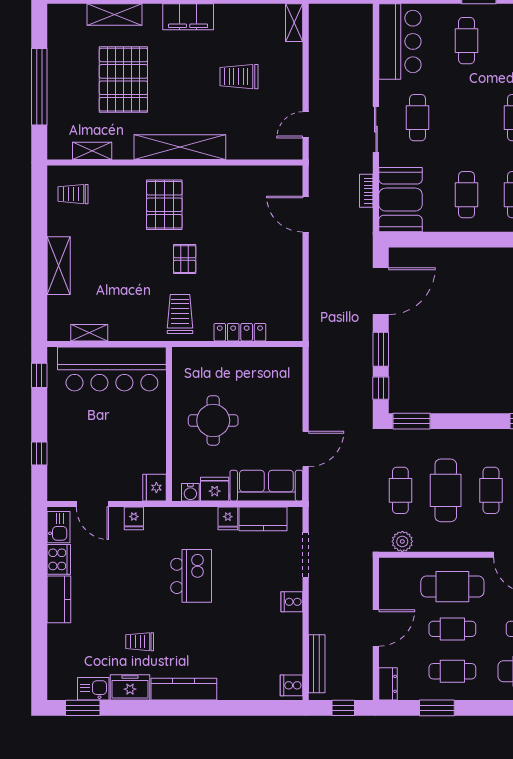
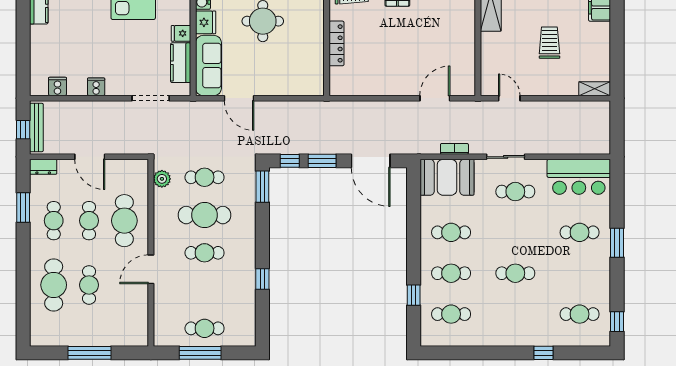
cooker: (292, 602) -> (96, 87), moved
bench: (317, 664) -> (36, 127), moved, turned 90
cooker: (292, 685) -> (57, 86), moved

